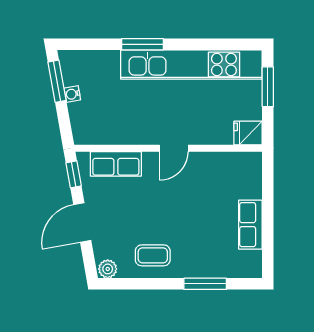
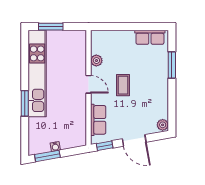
fridge: (248, 133) -> (79, 39), removed
plant: (212, 161) -> (96, 61), added
row of seats: (250, 225) -> (150, 37), moved
coffee table: (153, 255) -> (123, 85), moved

